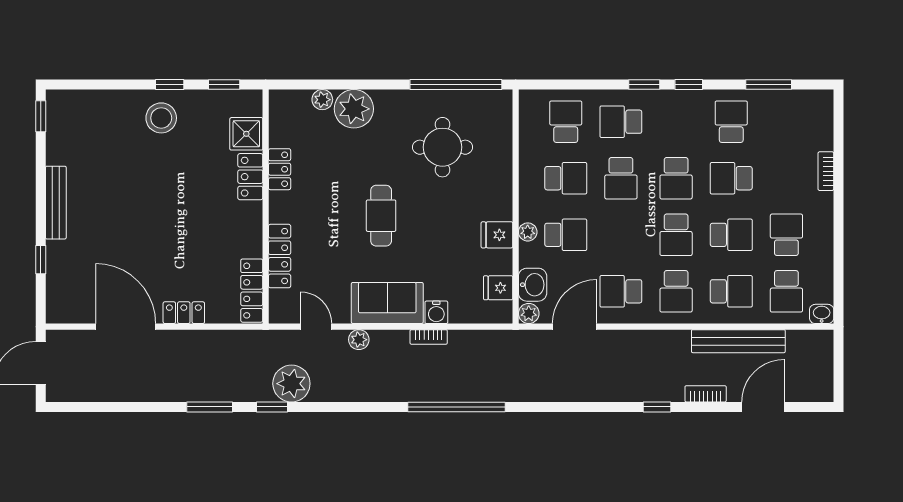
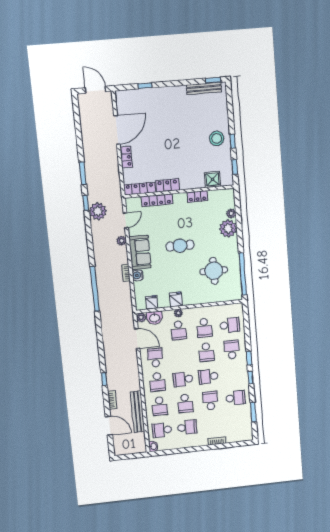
locker: (250, 177) -> (167, 185), moved
school desk: (621, 178) -> (206, 352), turned -90
bench: (56, 203) -> (204, 88), moved
school desk: (676, 291) -> (157, 382), turned -90

